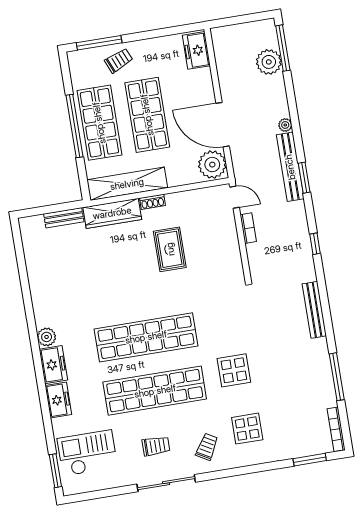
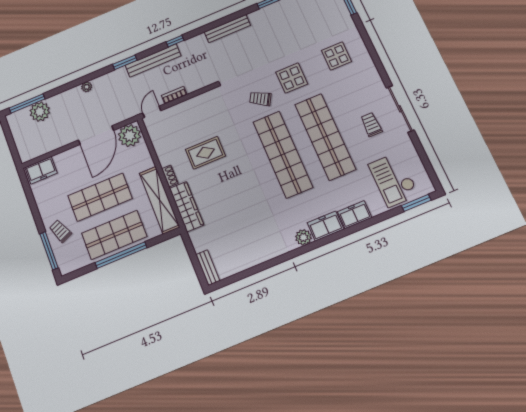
bench: (290, 167) -> (153, 60), moved
bench: (64, 218) -> (208, 268), moved
trolley: (207, 447) -> (260, 99), moved

